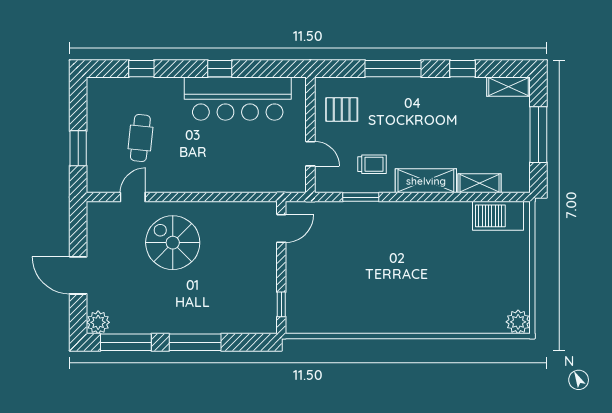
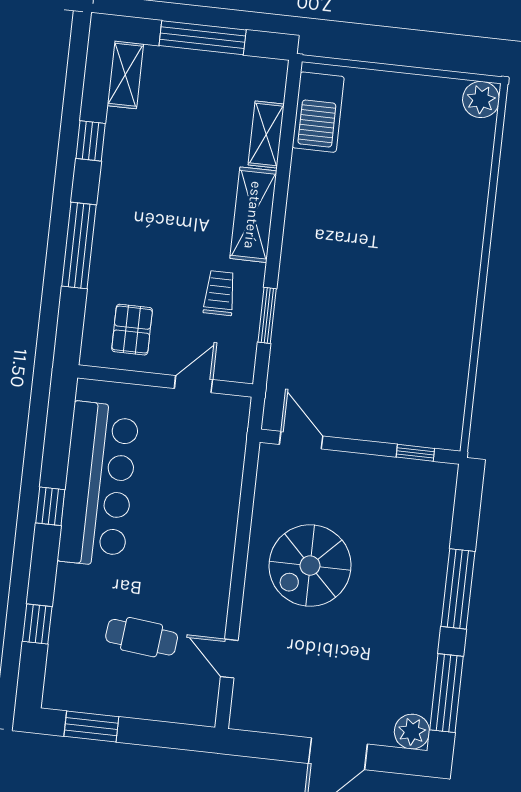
window: (78, 148) -> (91, 726), moved
spiral stairs: (173, 243) -> (310, 566), moved

